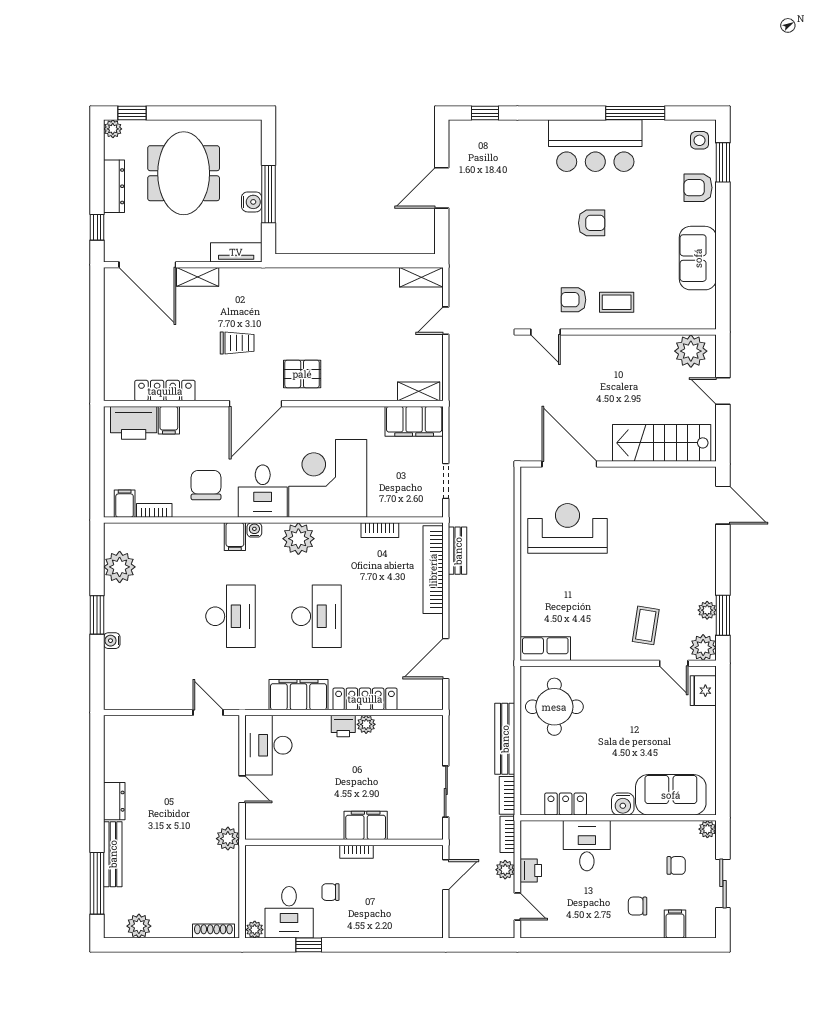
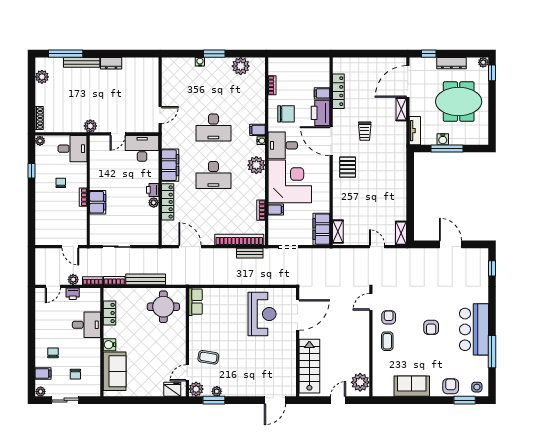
printer: (134, 423) -> (320, 113), moved
filing cabinet: (125, 504) -> (276, 210), moved
plant: (707, 829) -> (41, 392), moved
desk: (289, 912) -> (72, 149), moved, turned 180

